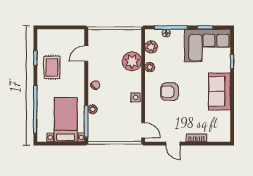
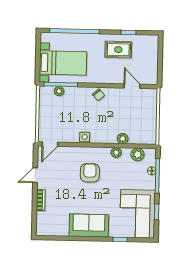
plant: (132, 61) -> (123, 139), width x0.53, depth x0.53
plant: (93, 109) -> (59, 91), moved

